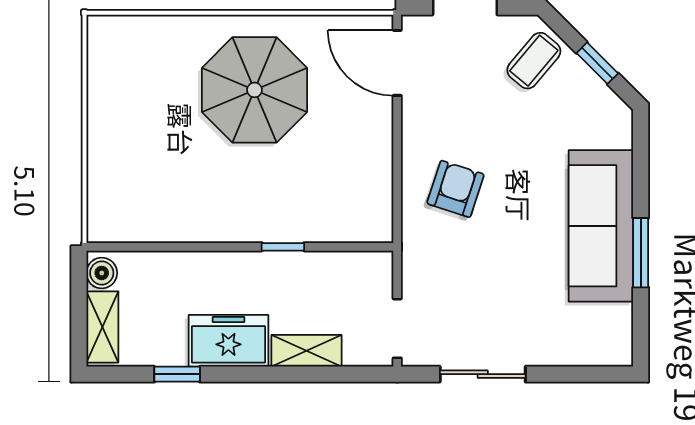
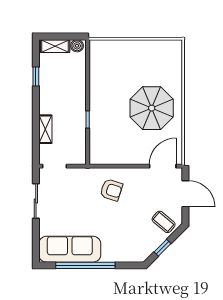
sofa: (601, 226) -> (70, 249), moved
window: (641, 253) -> (85, 265), width x2.11
freezer: (228, 341) -> (49, 97), removed

